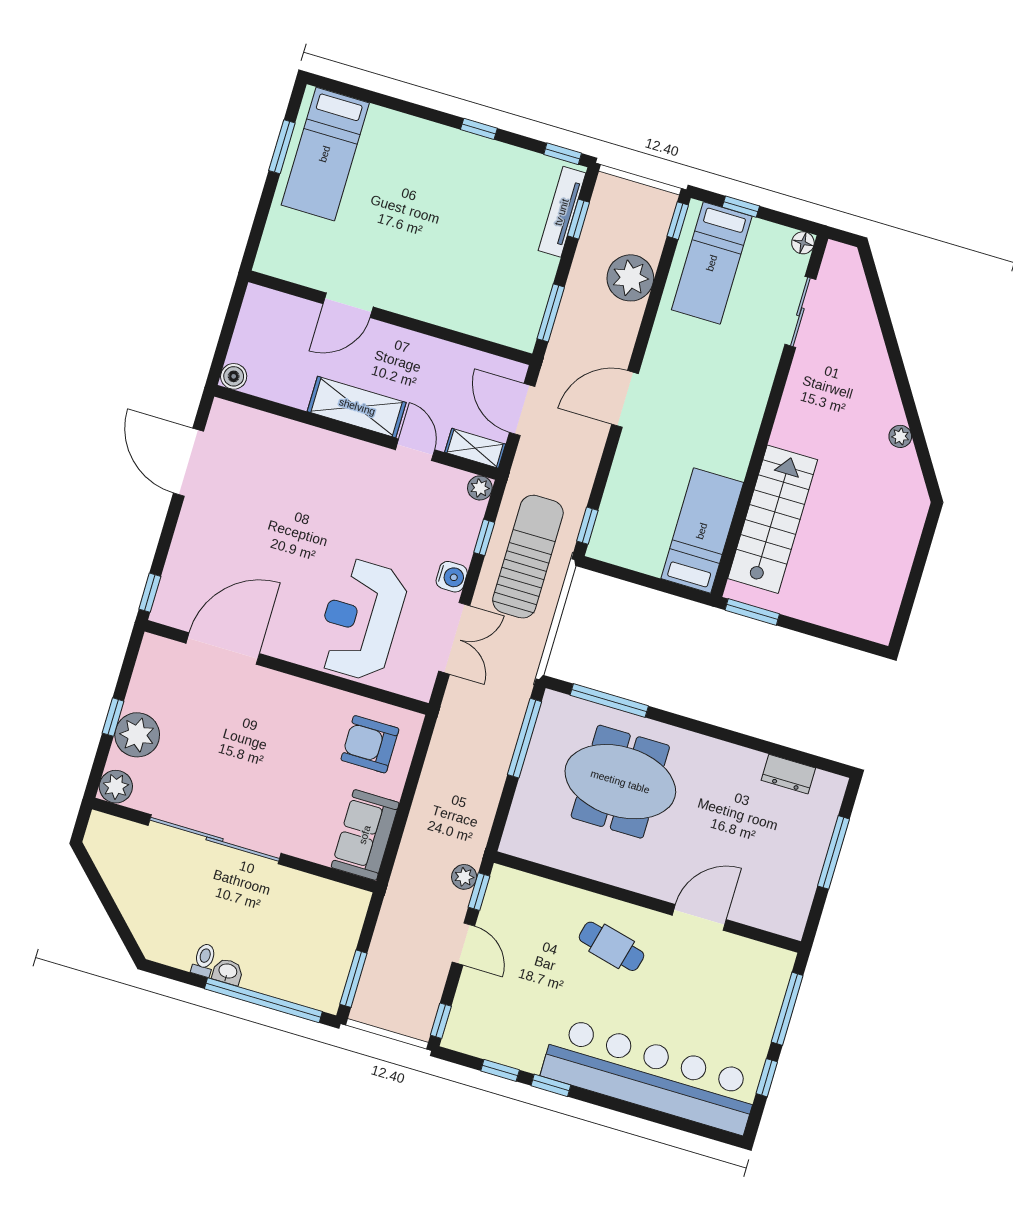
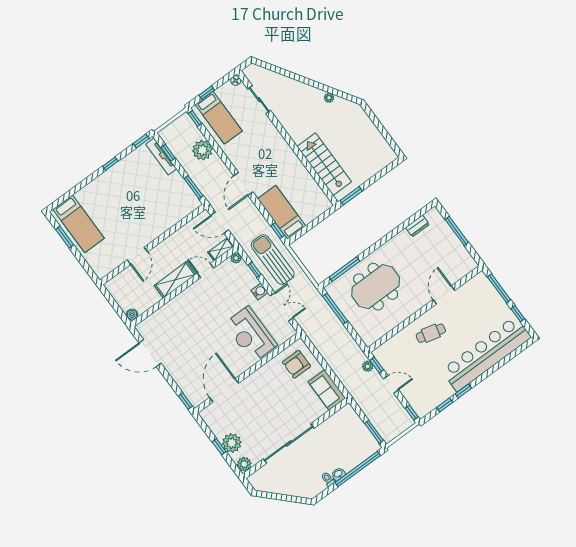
bed: (702, 531) -> (282, 212), moved

